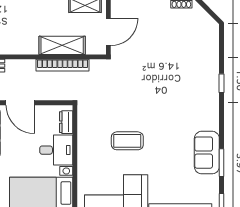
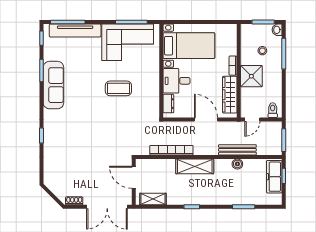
door: (108, 32) -> (134, 177), hinge flipped
shelving: (62, 45) -> (195, 166), moved
sofa: (207, 153) -> (53, 85), width x1.36

